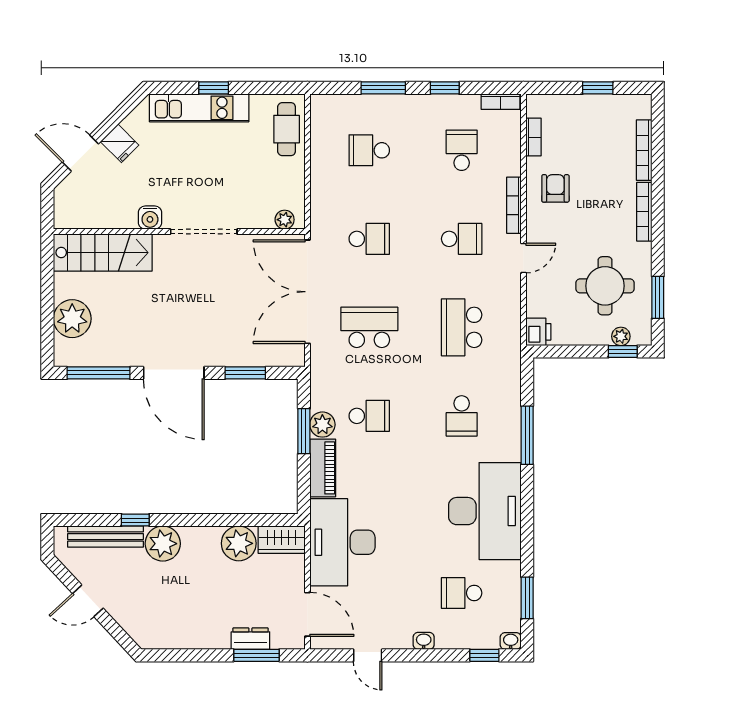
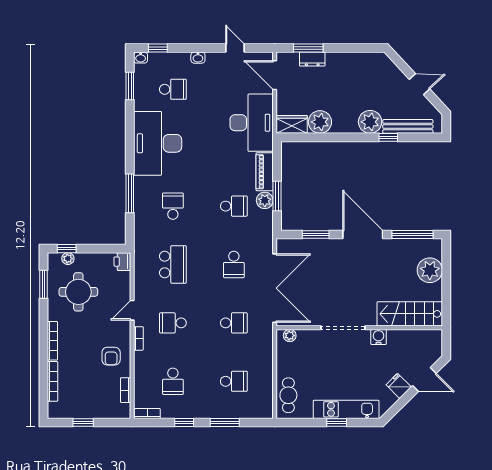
bookcase: (514, 205) -> (138, 338), width x0.64
school desk: (369, 239) -> (234, 323), turned 180
school desk: (369, 327) -> (234, 264), width x0.54
school desk: (369, 416) -> (234, 206), turned 180

